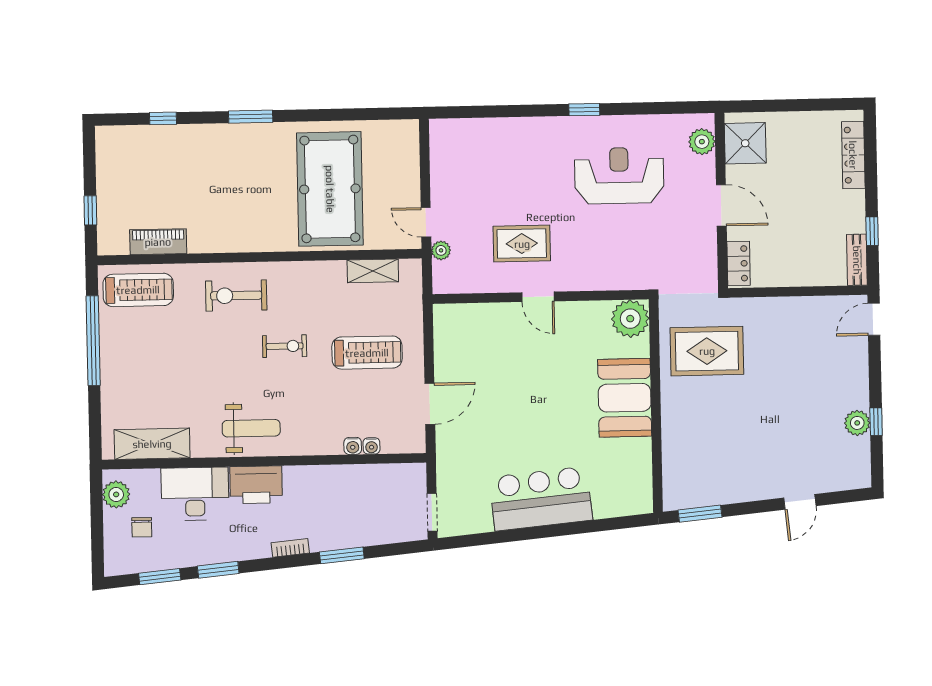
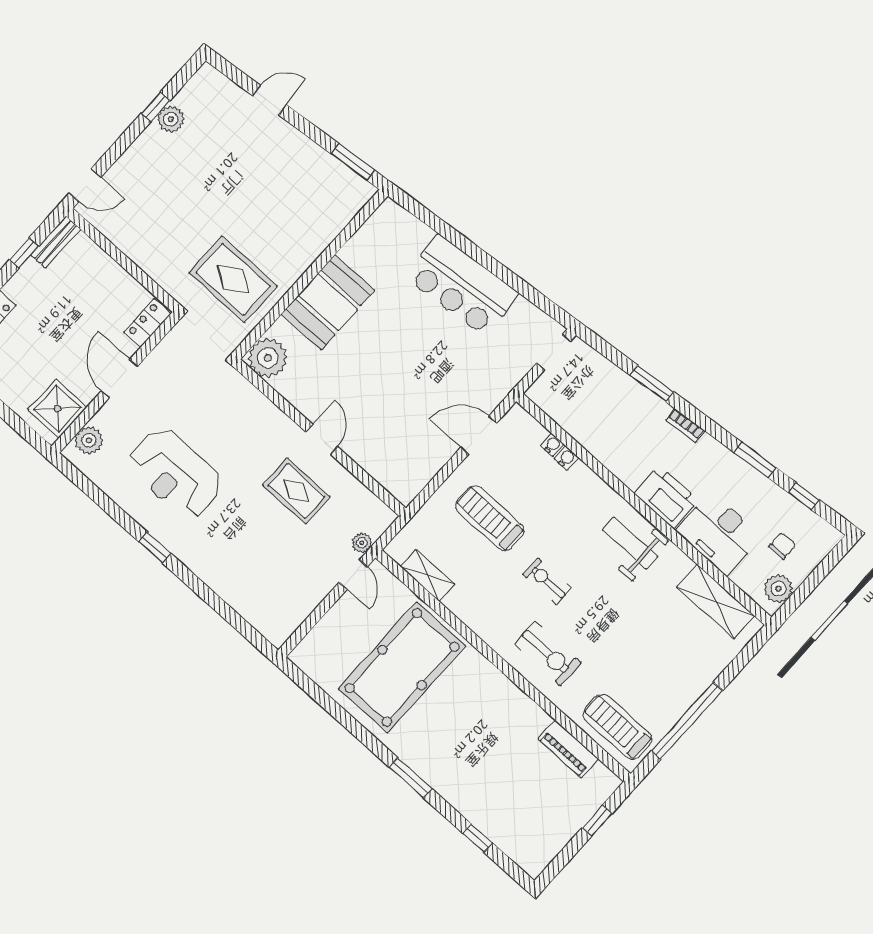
window: (160, 577) -> (804, 496), width x0.67

